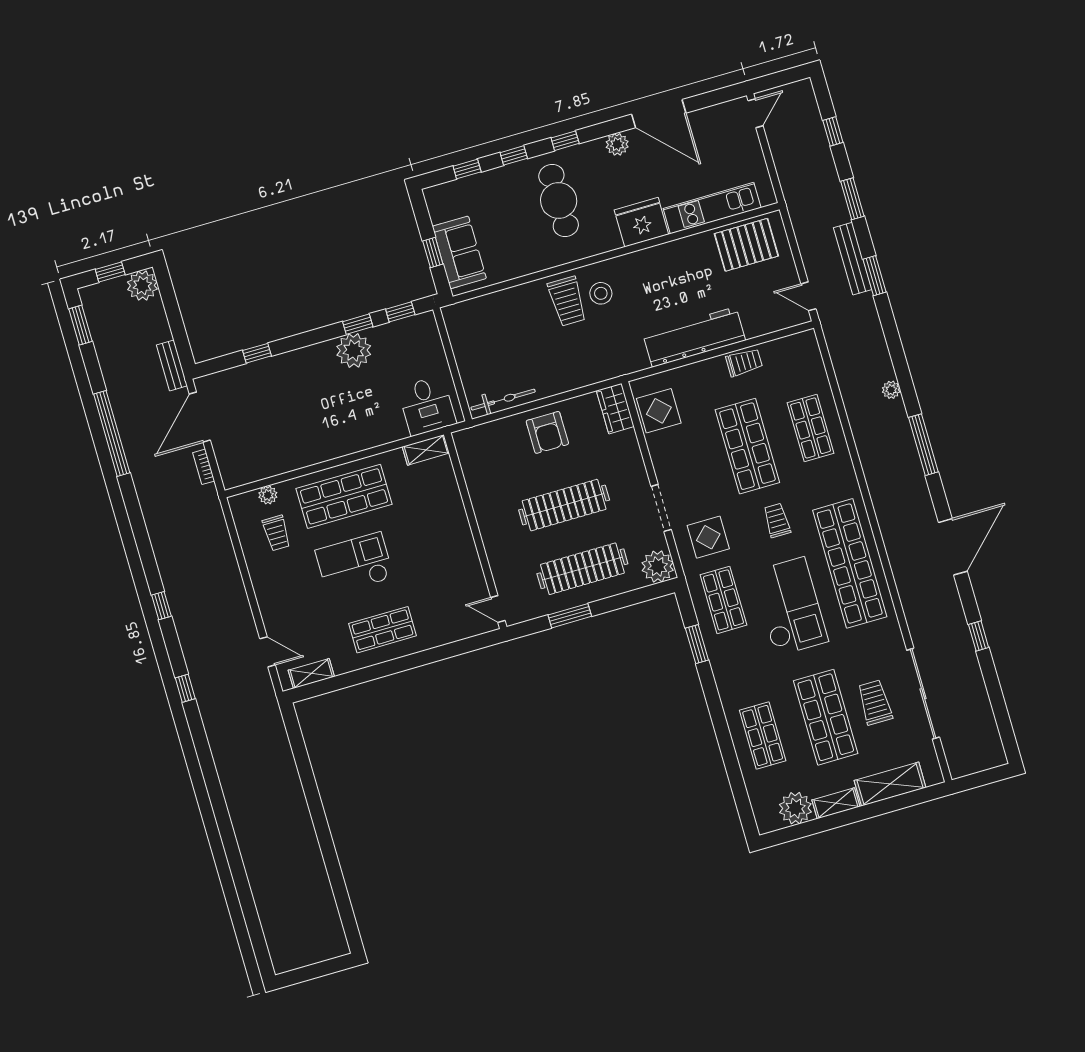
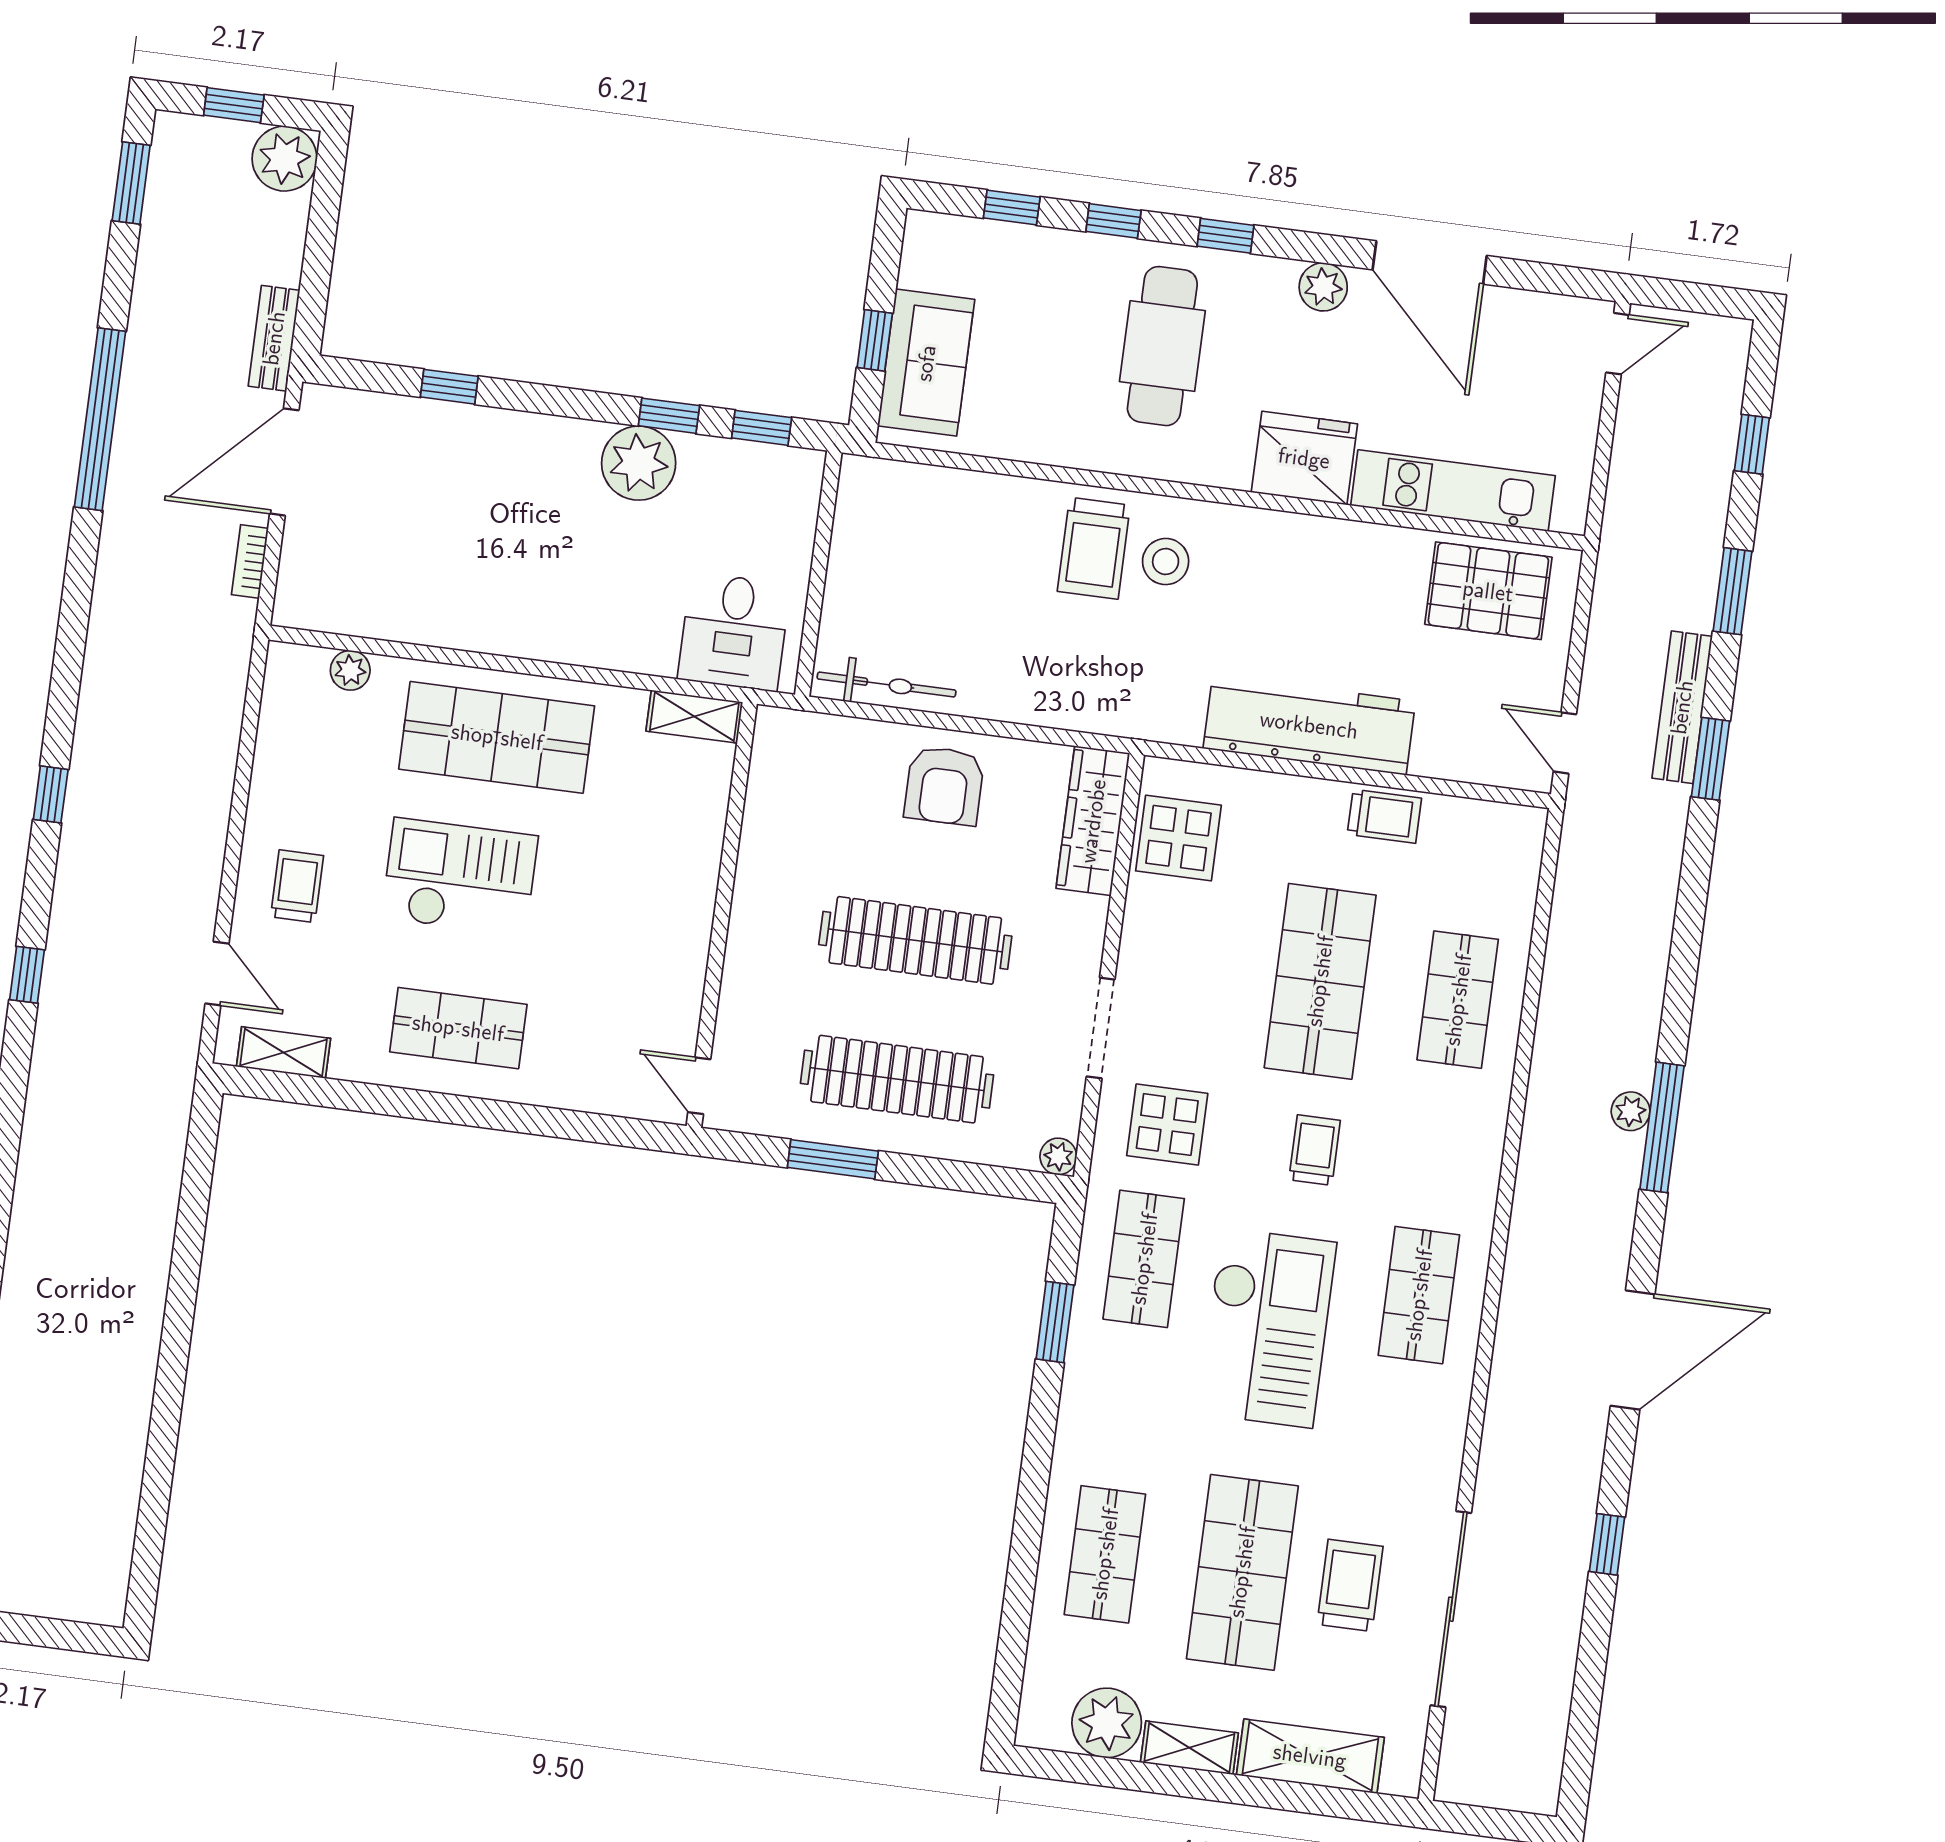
plant: (891, 390) -> (1631, 1111), moved
wardrobe: (615, 409) -> (1093, 821), width x1.50
trolley: (276, 533) -> (297, 886), moved, turned 180
shop shelf: (850, 563) -> (1419, 1295), width x0.50, depth x0.74
plant: (658, 566) -> (1058, 1156), width x0.53, depth x0.53

